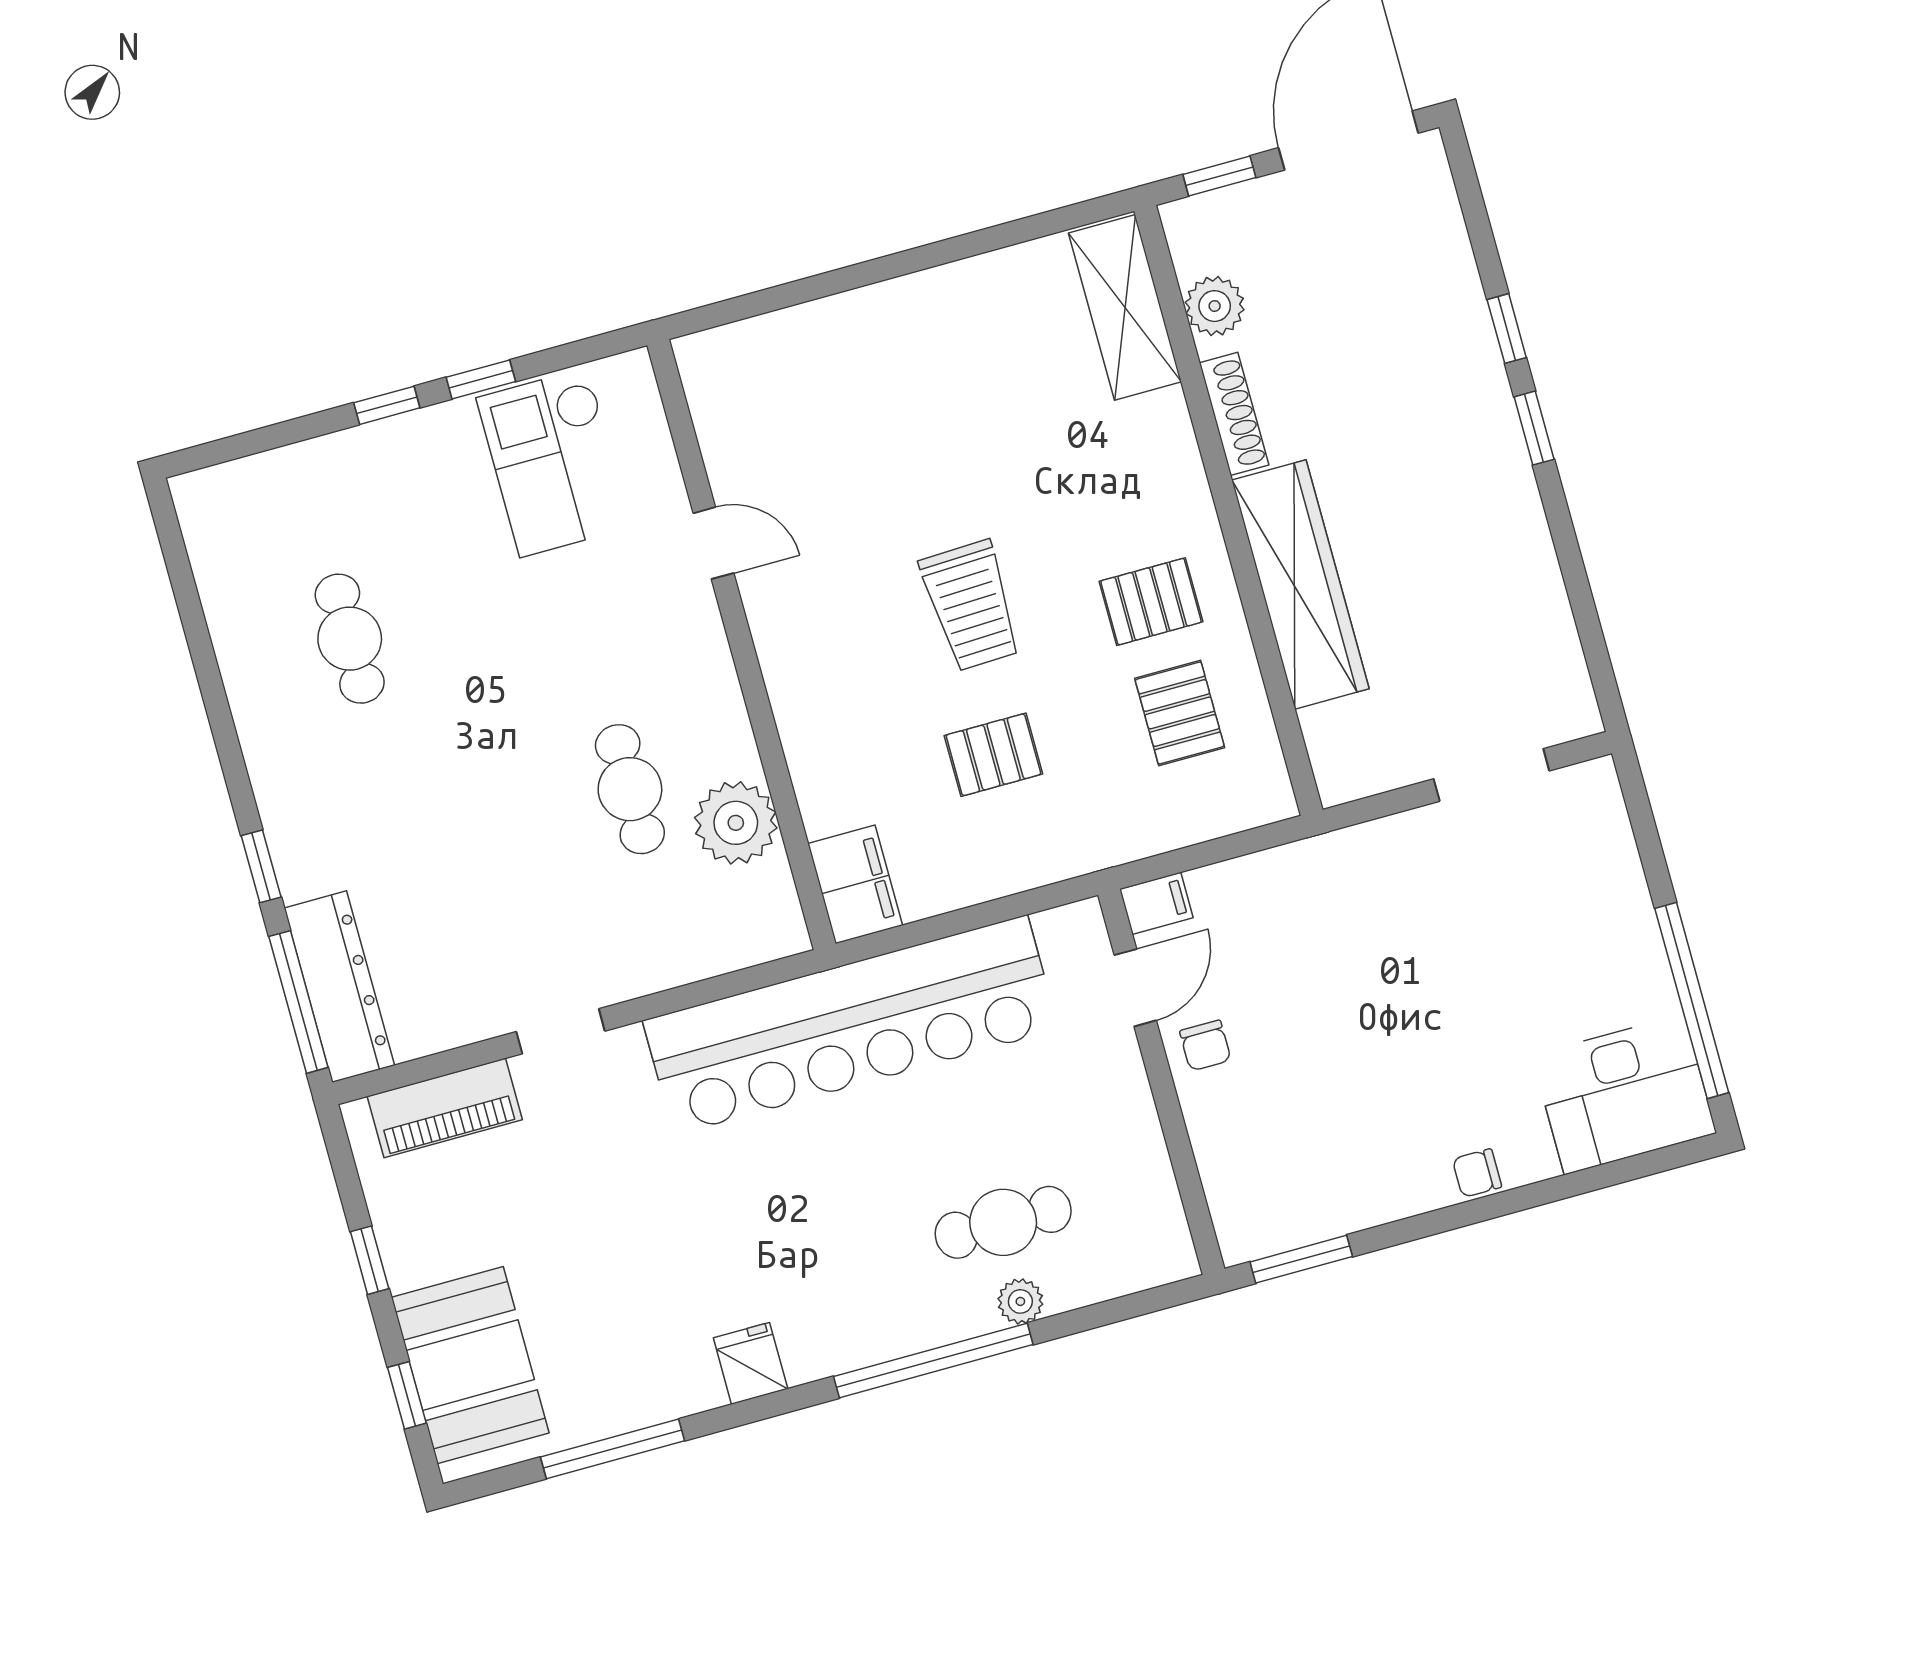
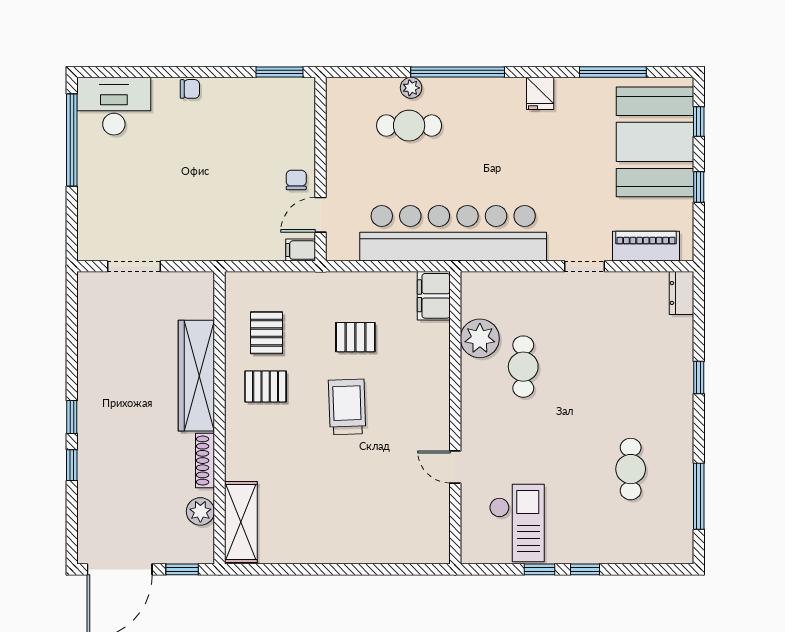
dresser: (339, 987) -> (681, 293), width x0.51, depth x0.80
window: (298, 1002) -> (699, 496), moved
booth: (470, 1365) -> (655, 142), width x1.36, depth x1.42

